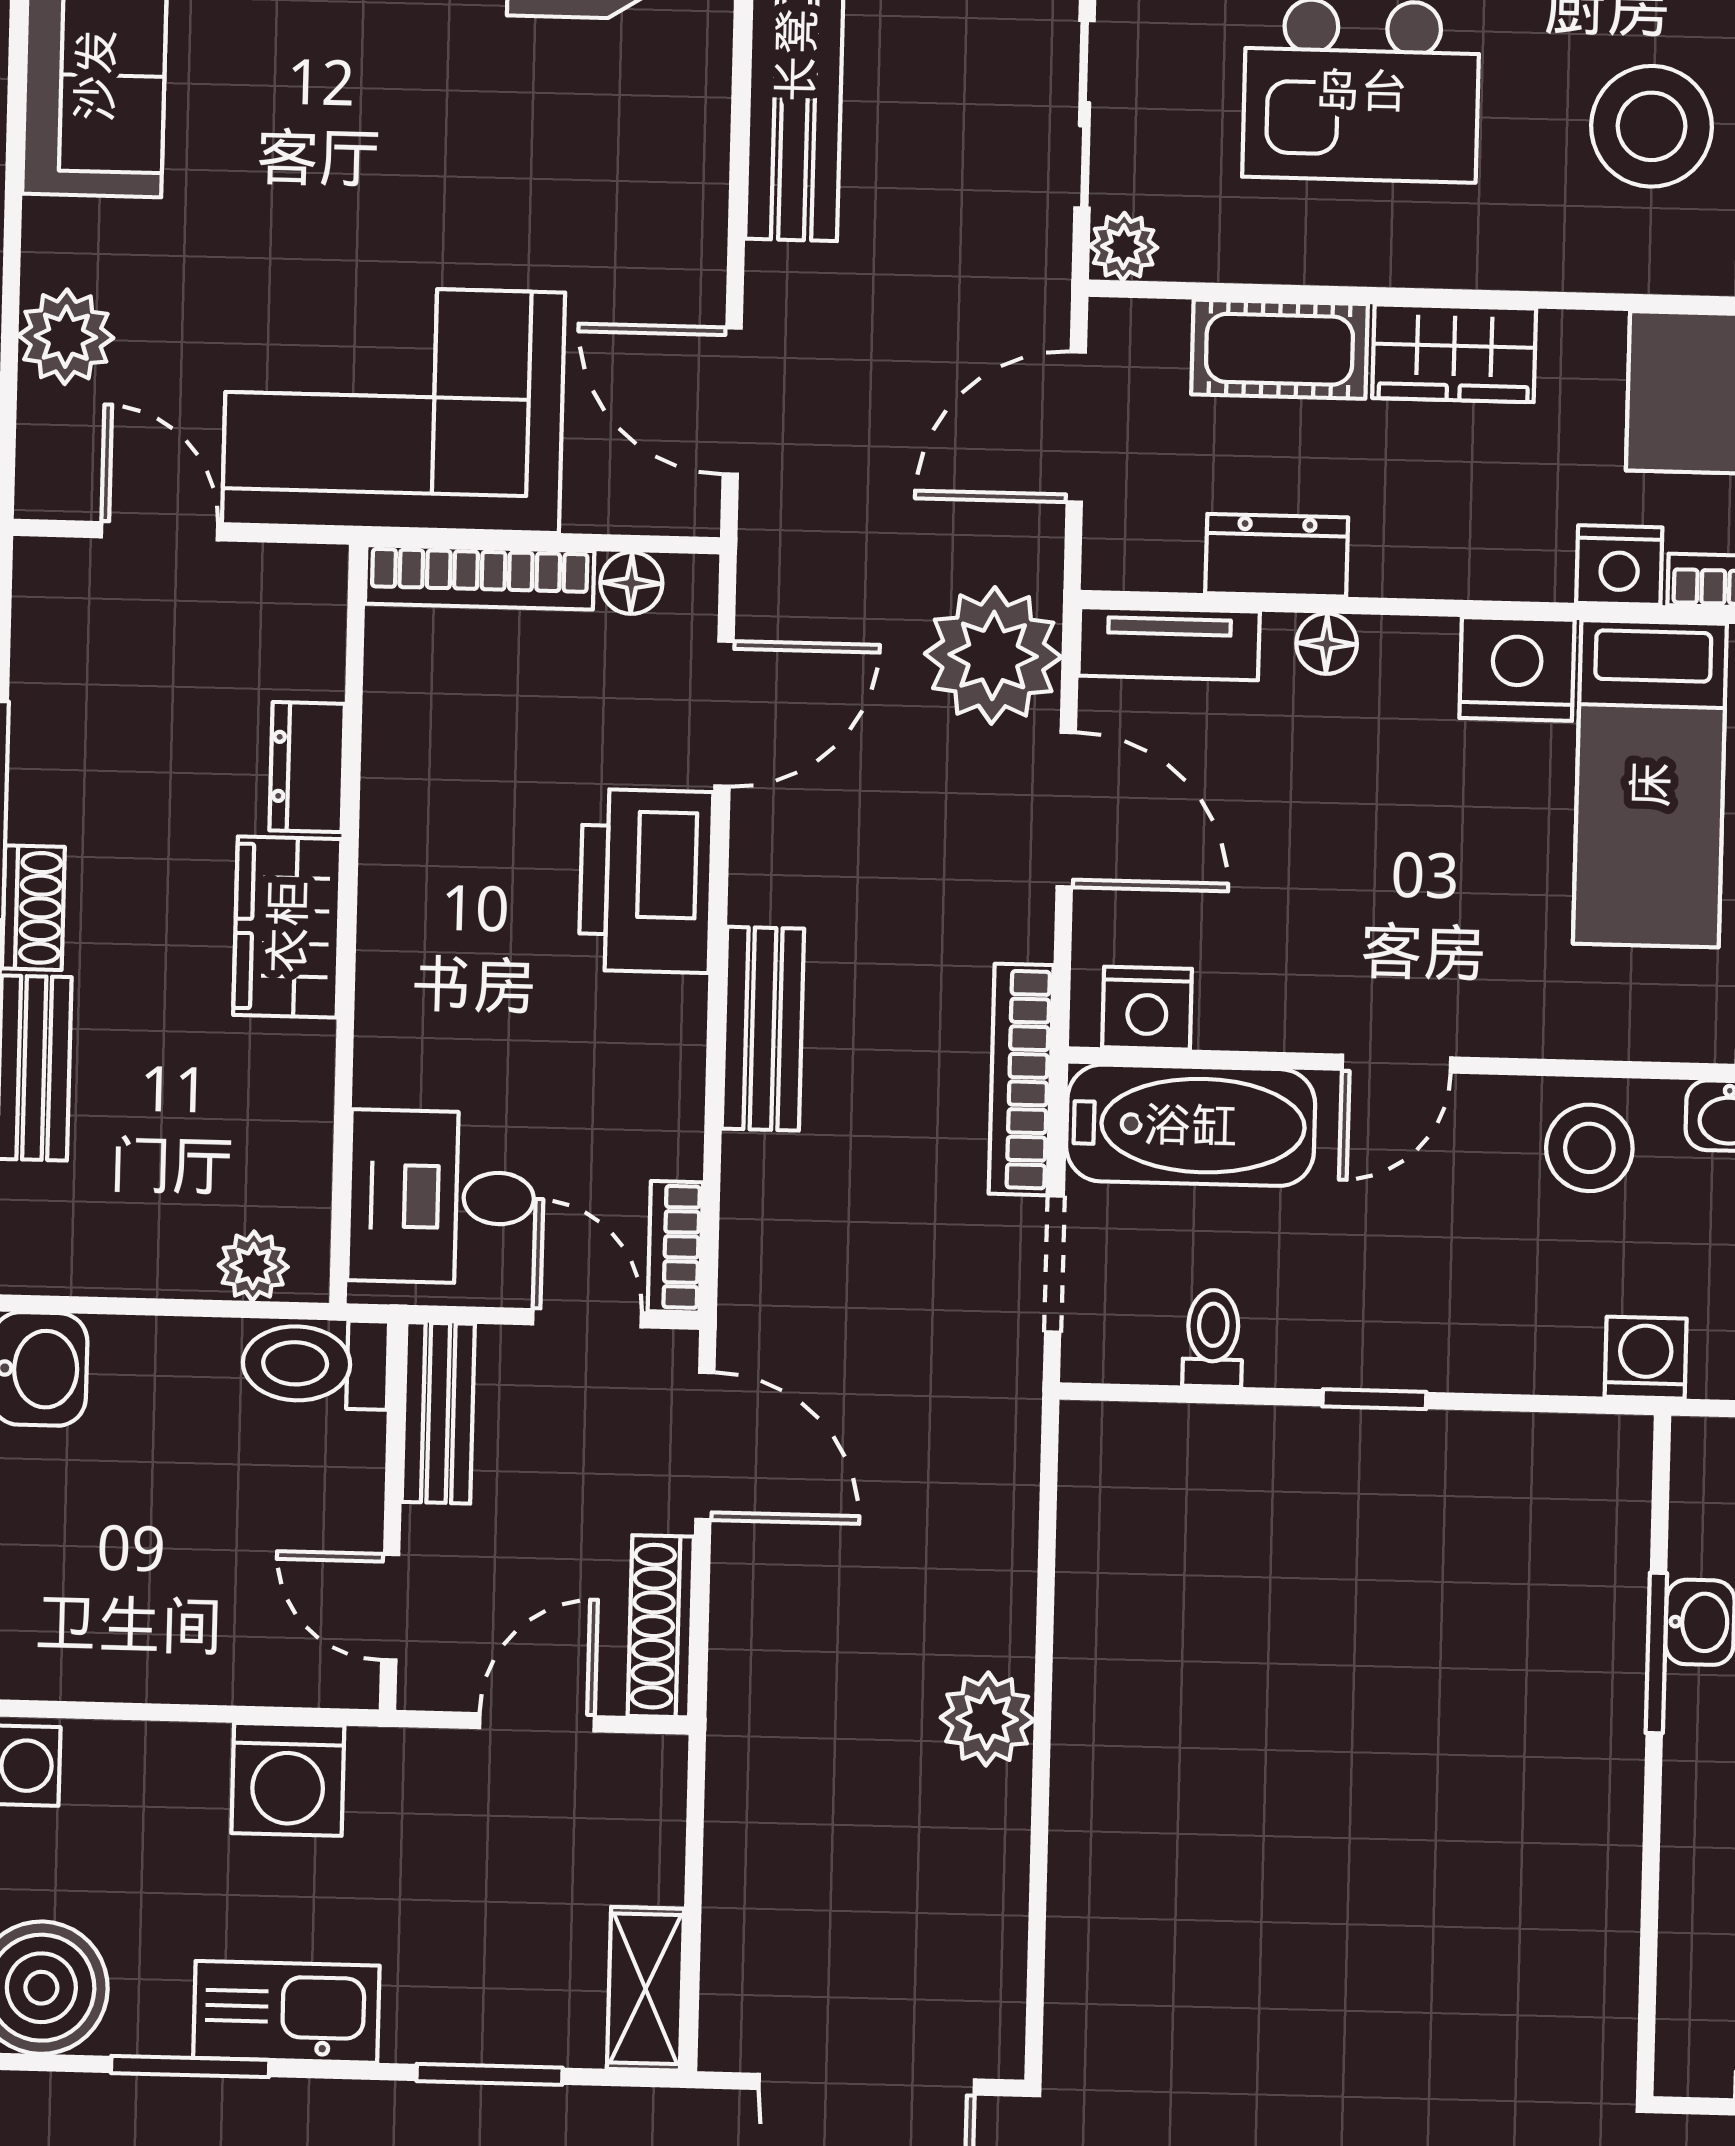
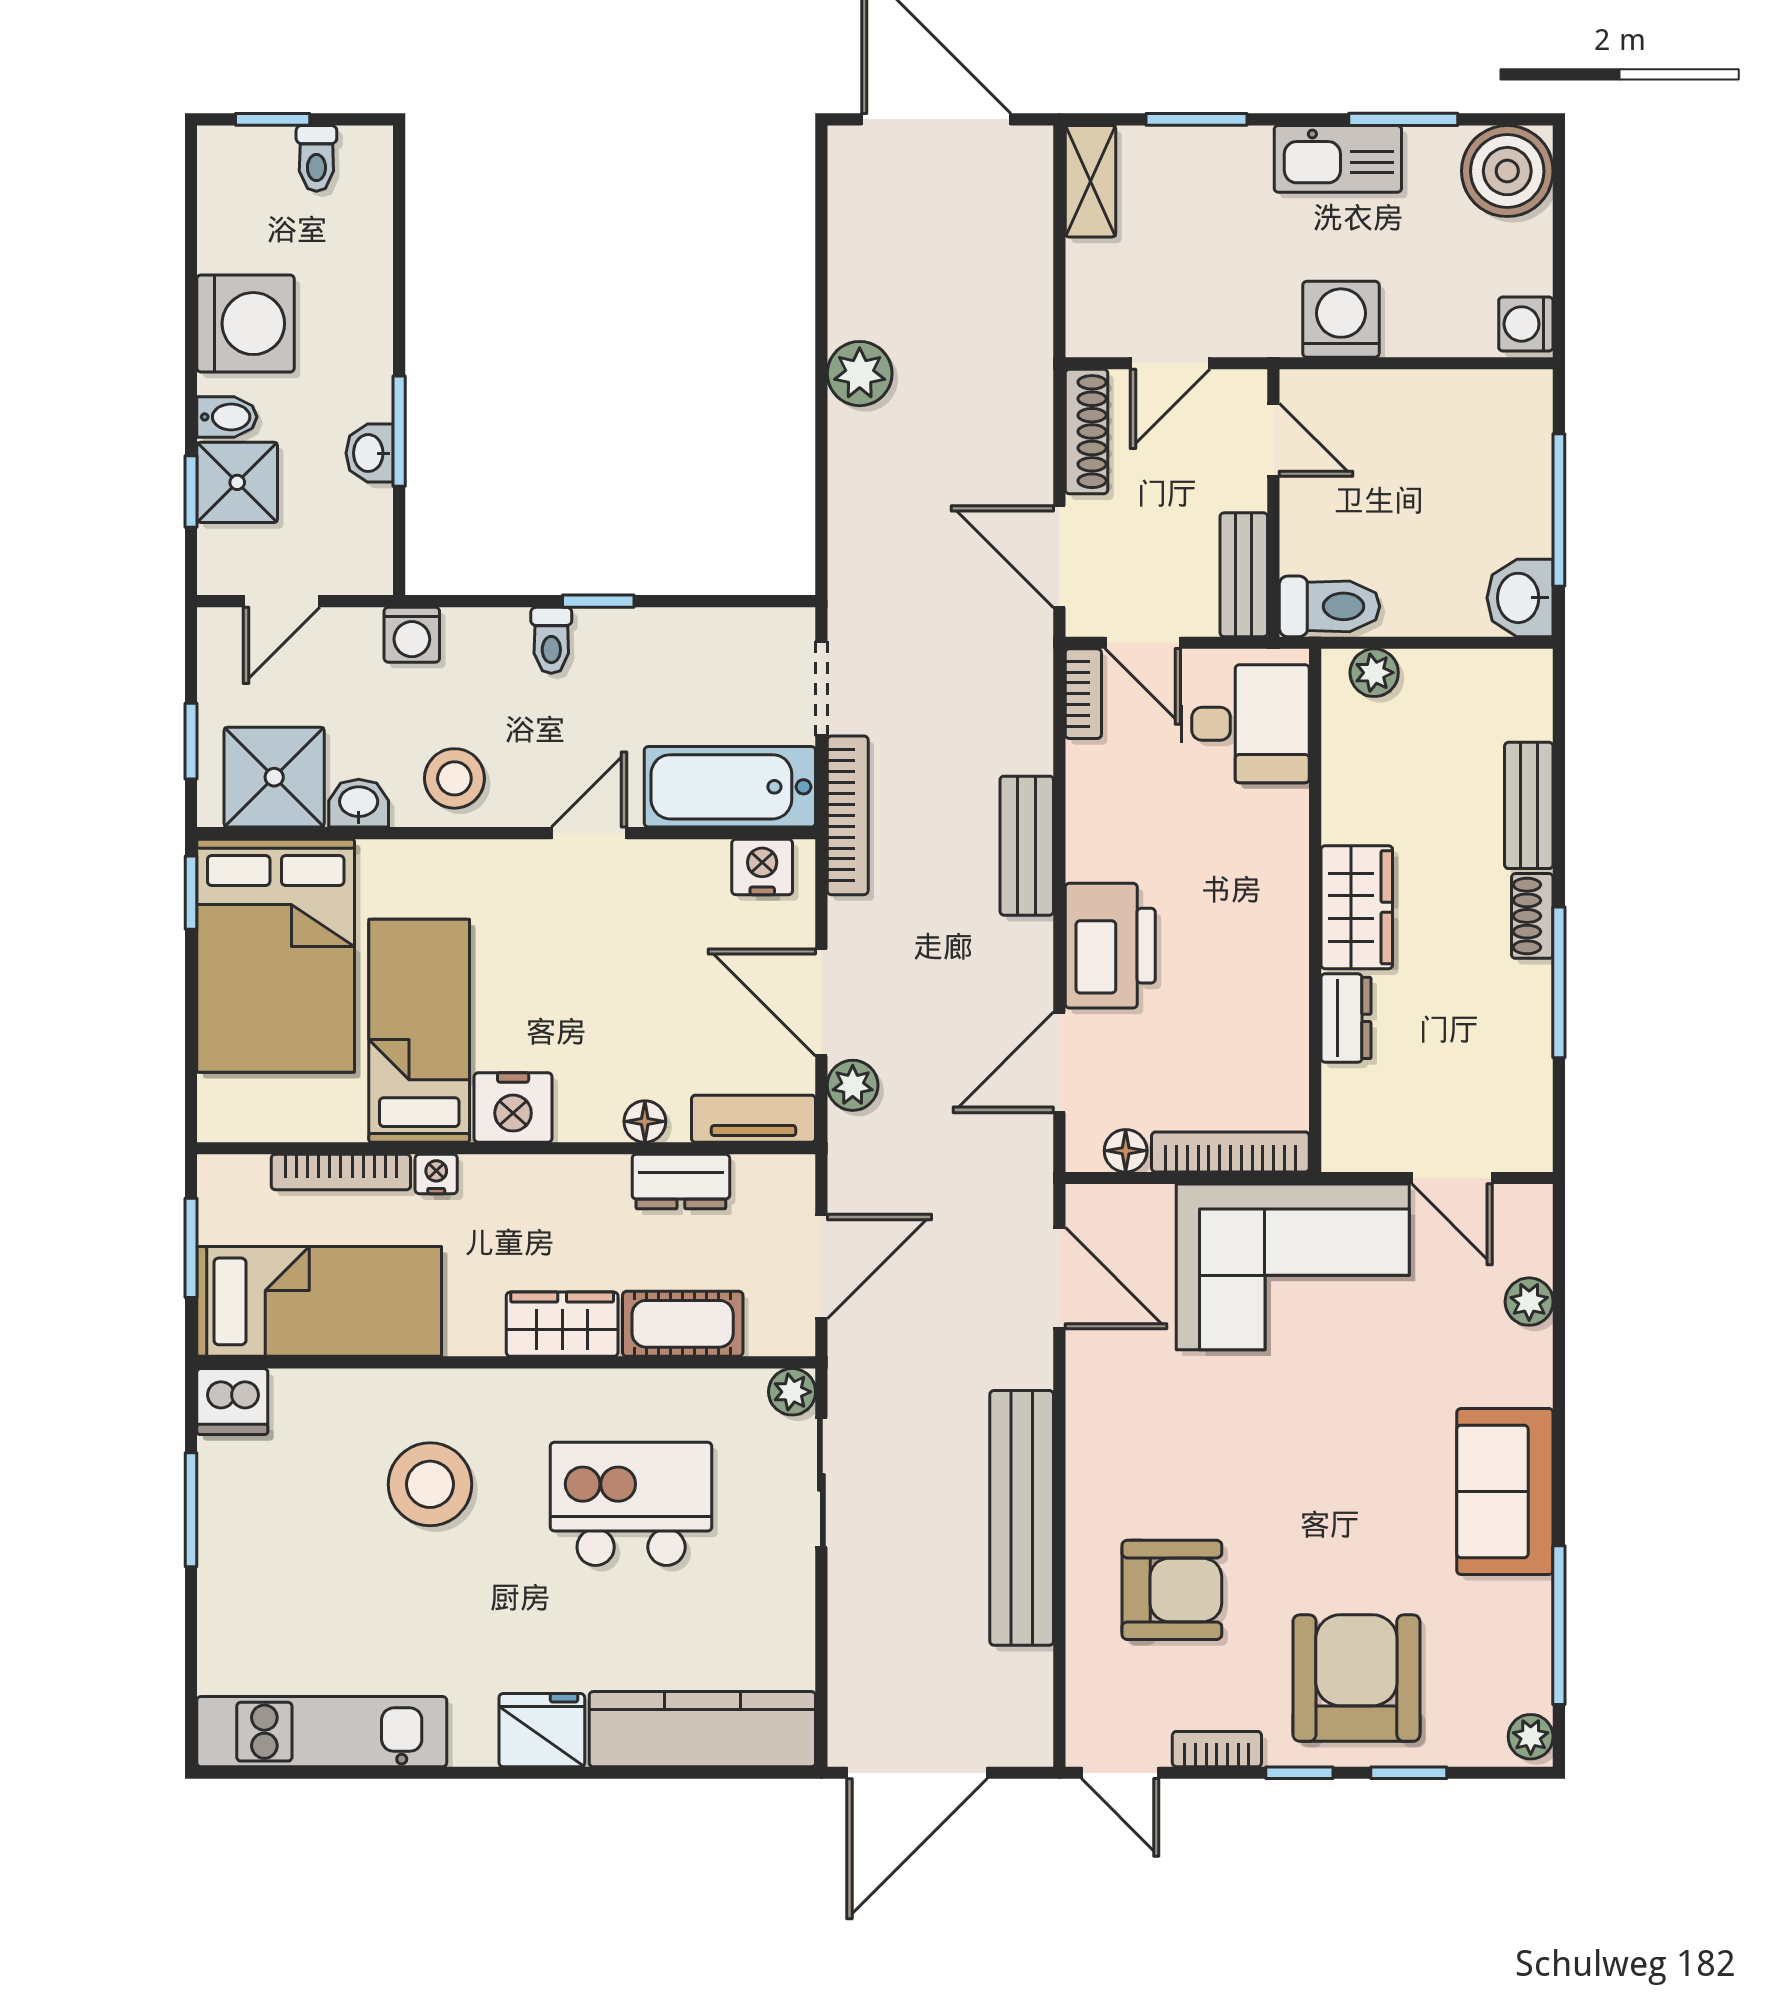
plant: (66, 337) -> (1529, 1302), width x0.73, depth x0.73
nightstand: (1619, 565) -> (436, 1174), width x0.72, depth x0.74
plant: (993, 655) -> (853, 1085), width x0.53, depth x0.53
toilet: (1213, 1338) -> (551, 640), moved

